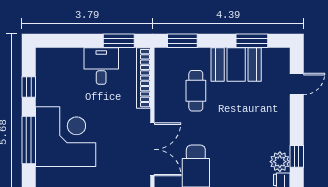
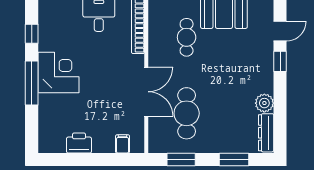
corner desk: (66, 137) -> (58, 72), width x0.74, depth x0.74
window: (297, 156) -> (280, 61), moved

